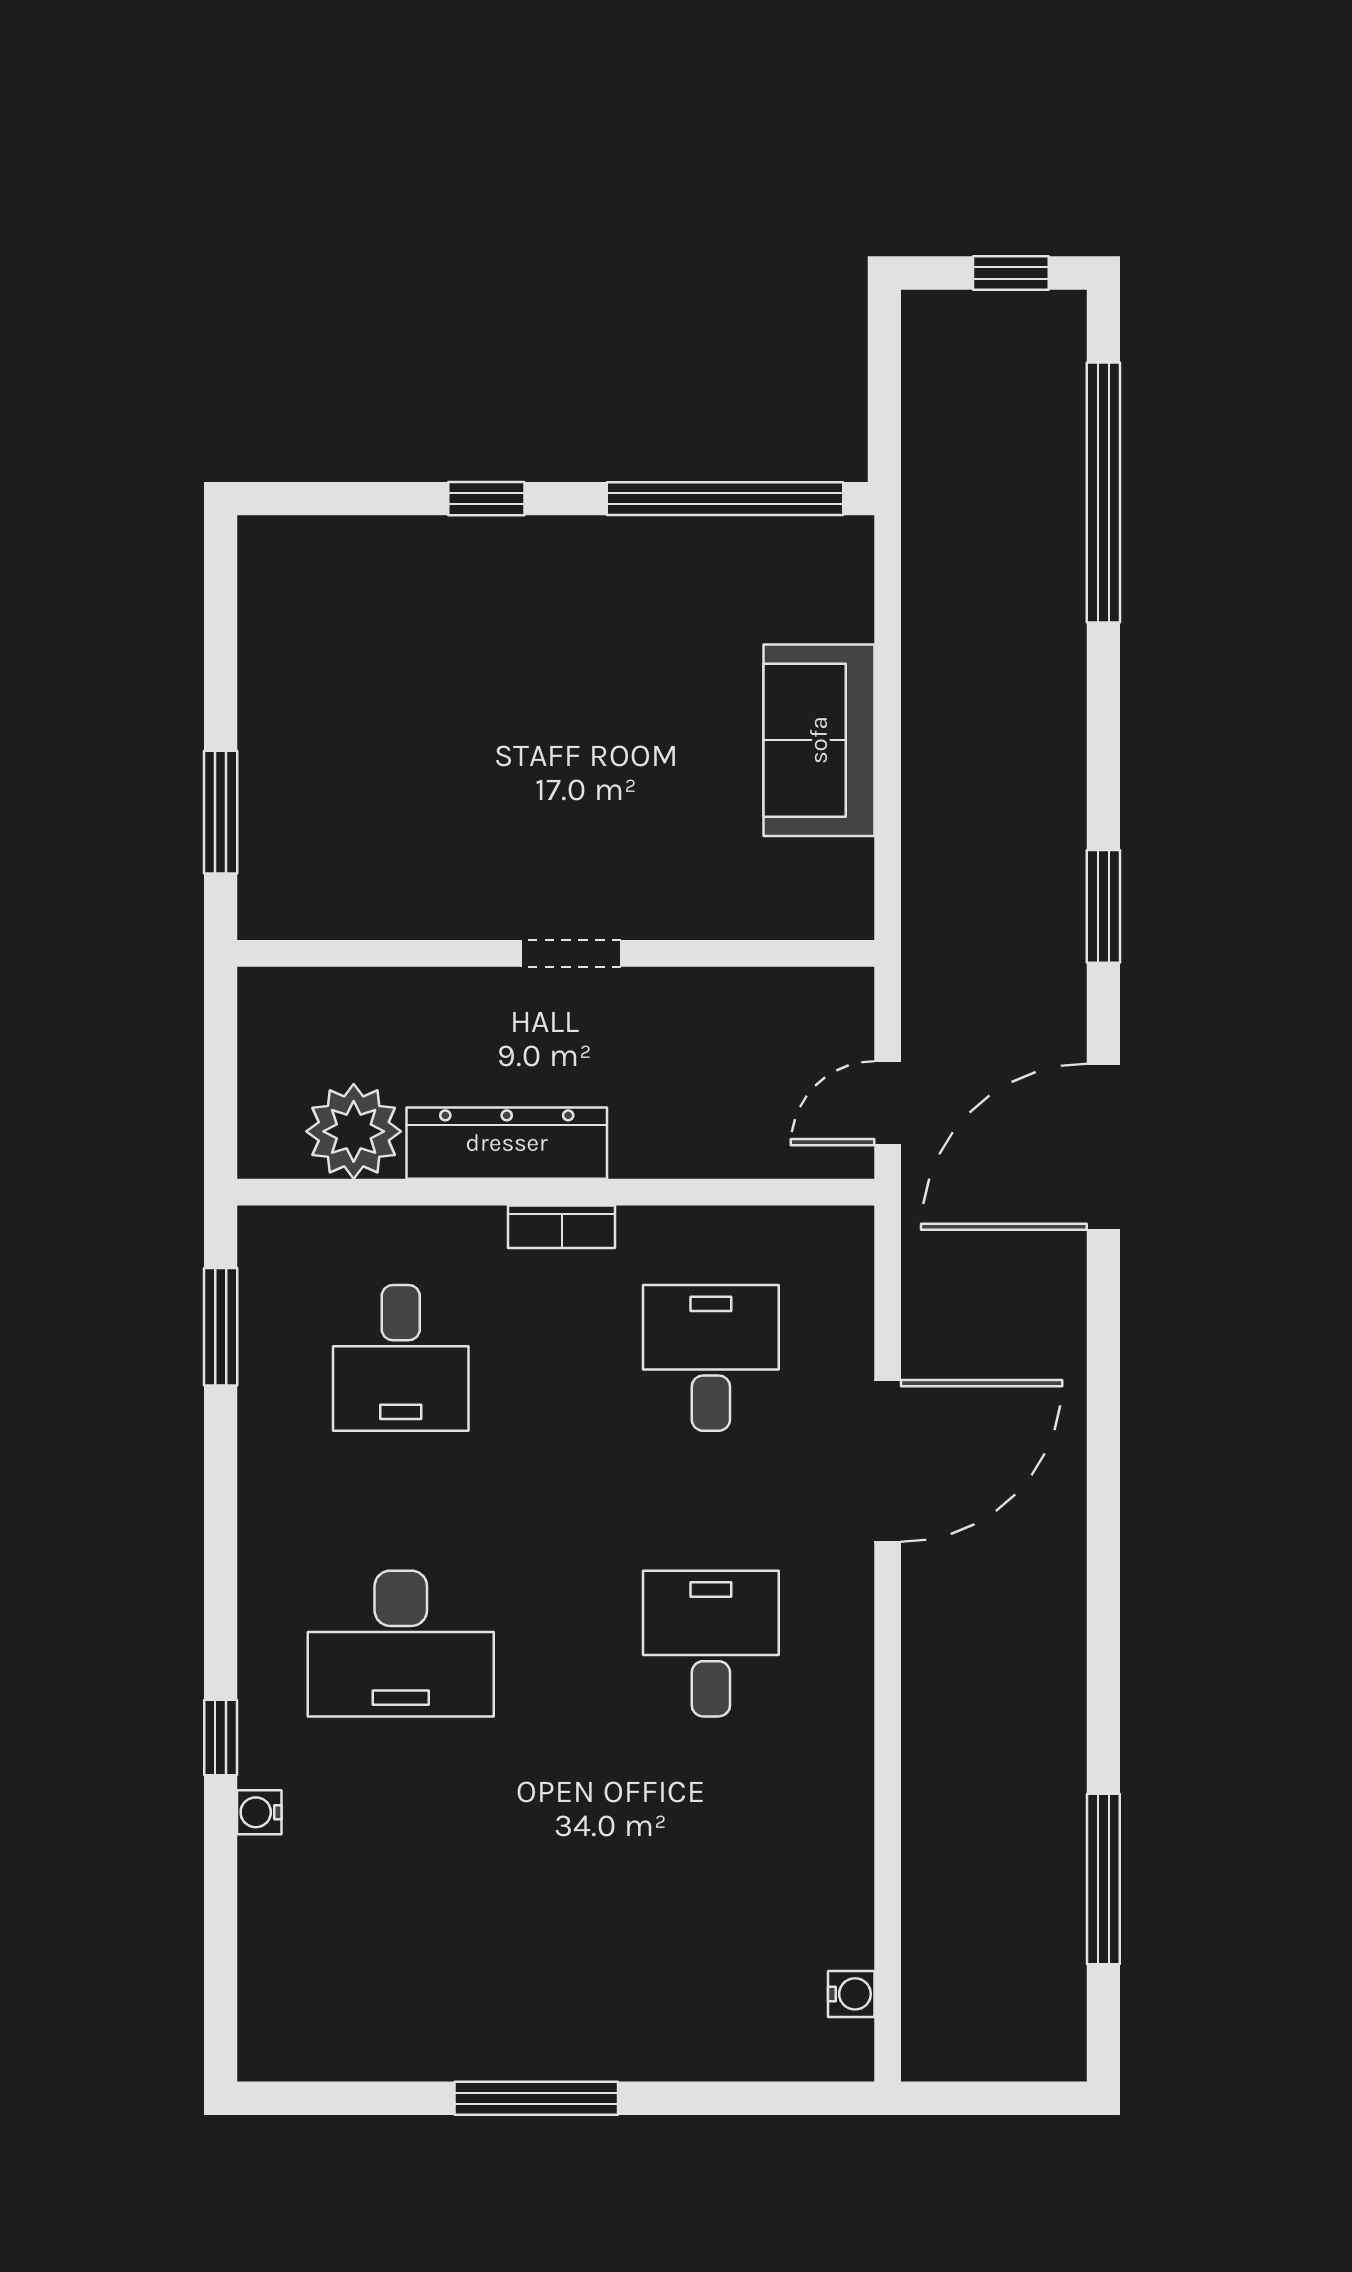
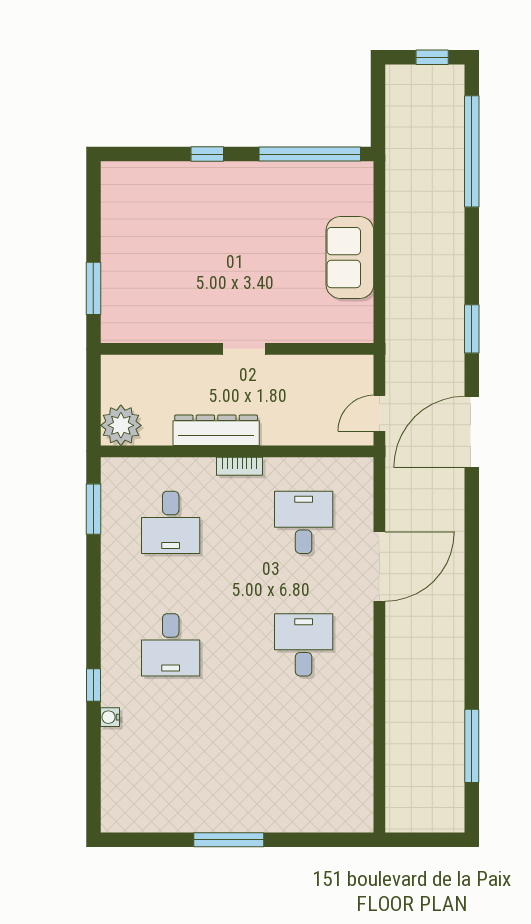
plant: (354, 1131) -> (121, 425), moved
desk: (401, 1644) -> (171, 645), width x0.73
water cooler: (851, 1994) -> (364, 795), removed

